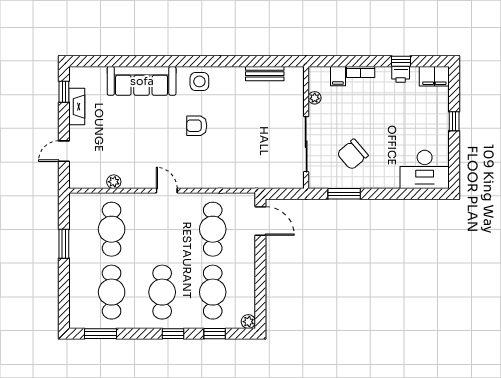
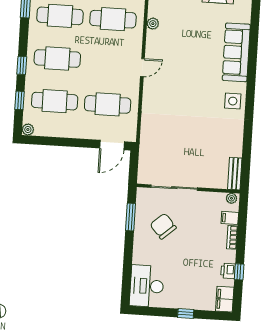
bench: (265, 74) -> (235, 174), moved
plant: (315, 98) -> (231, 198), moved
armchair: (197, 126) -> (196, 96), removed

